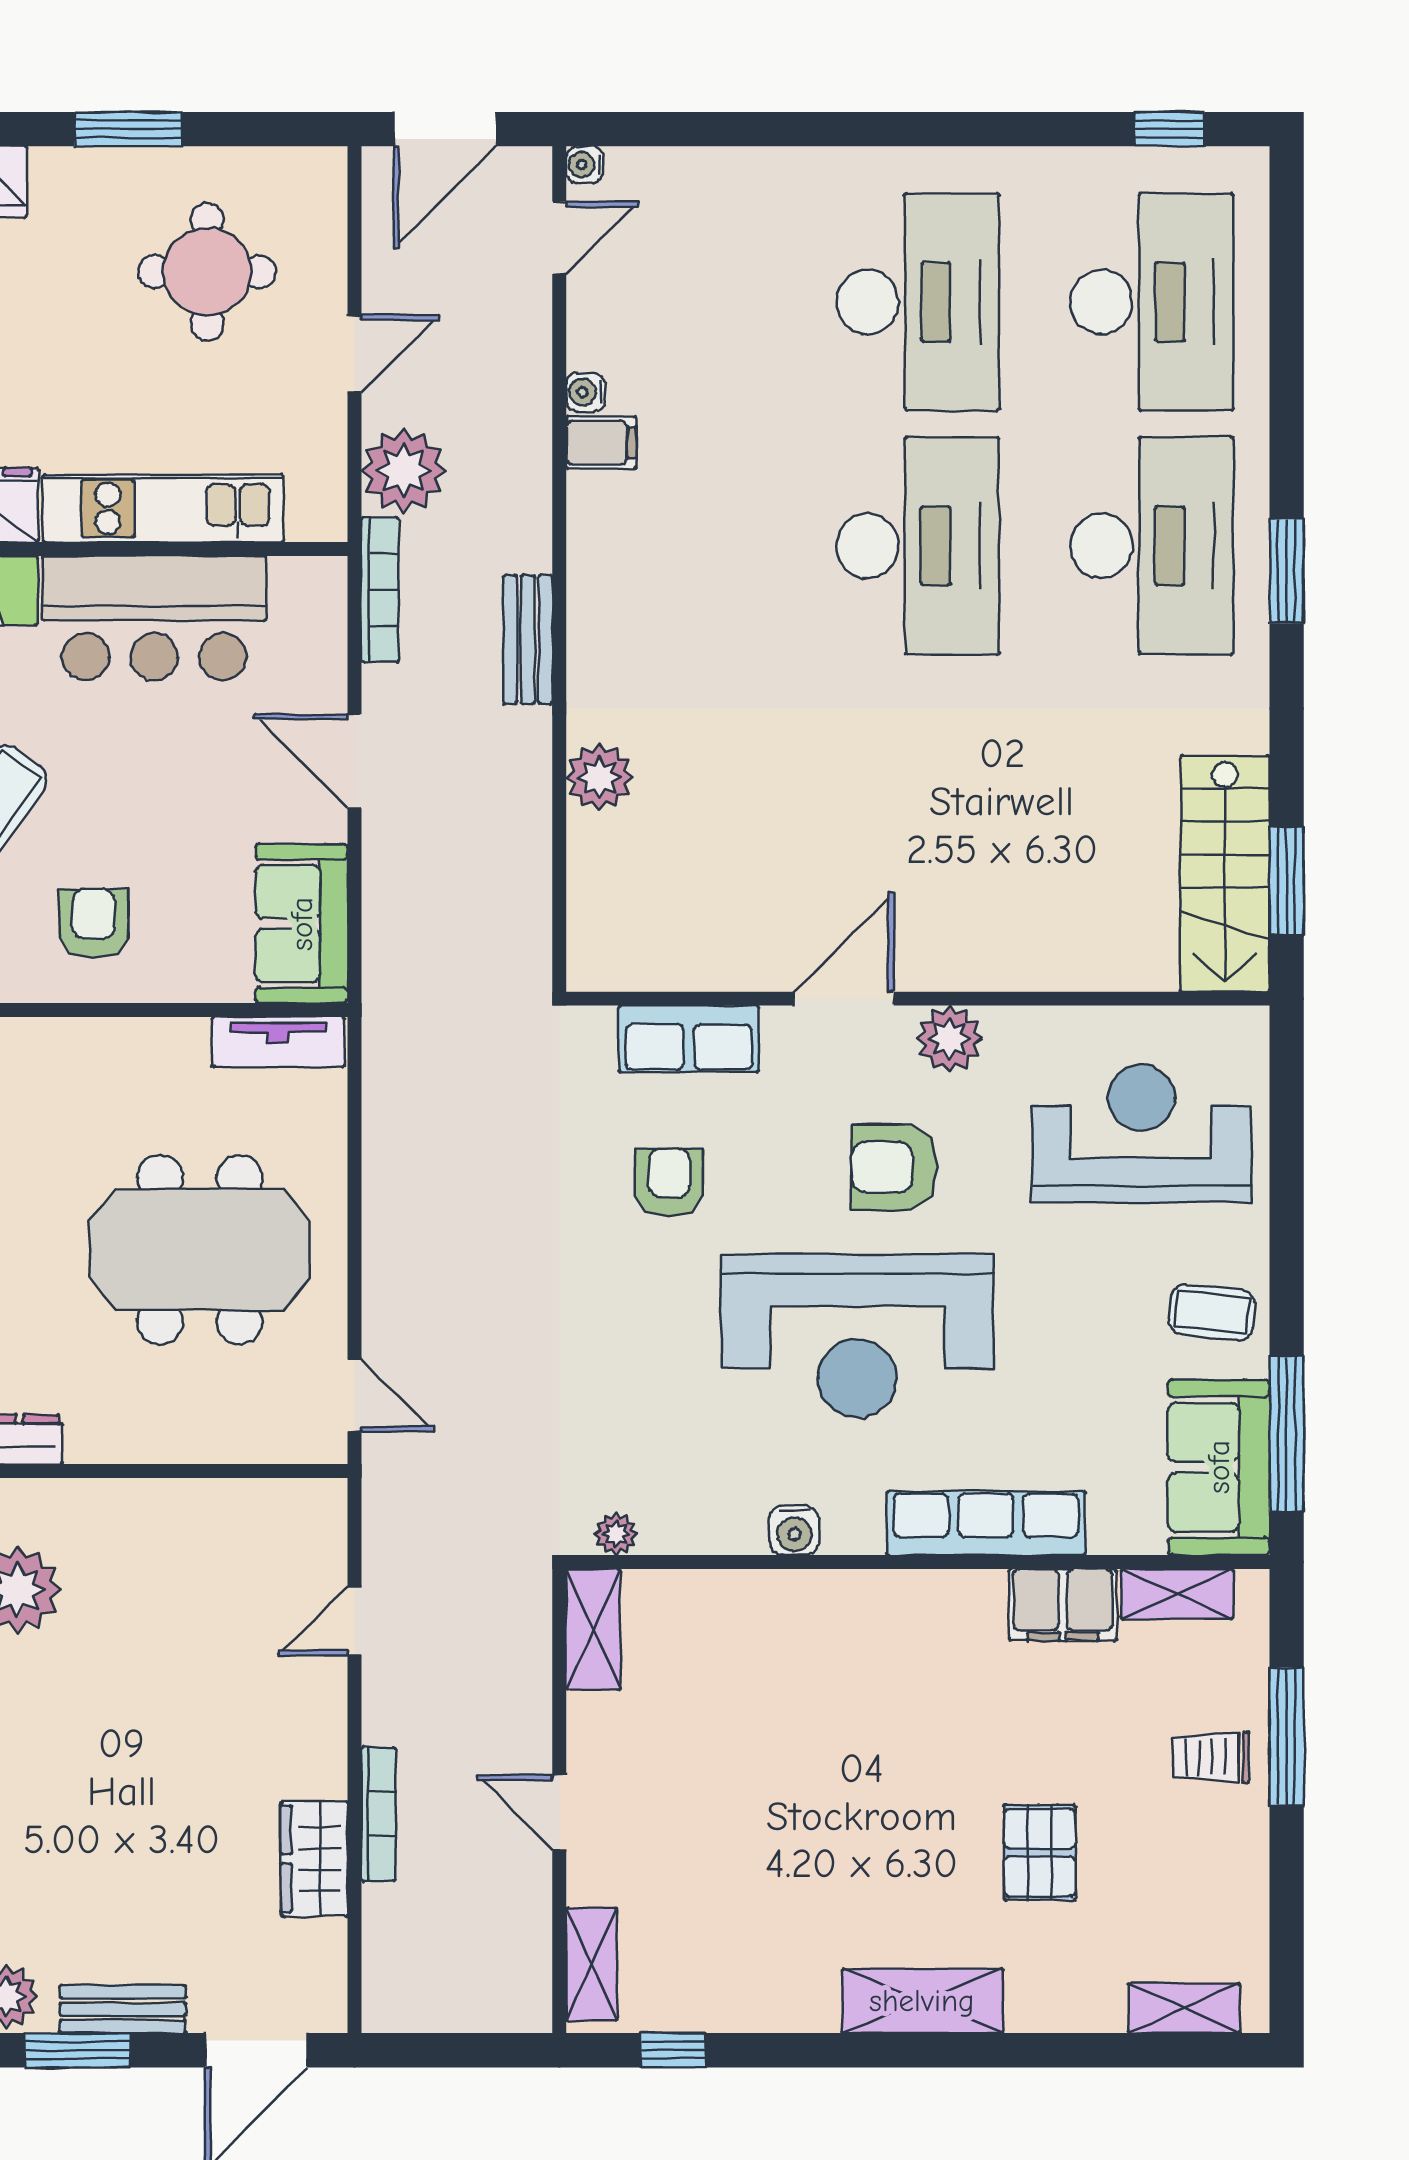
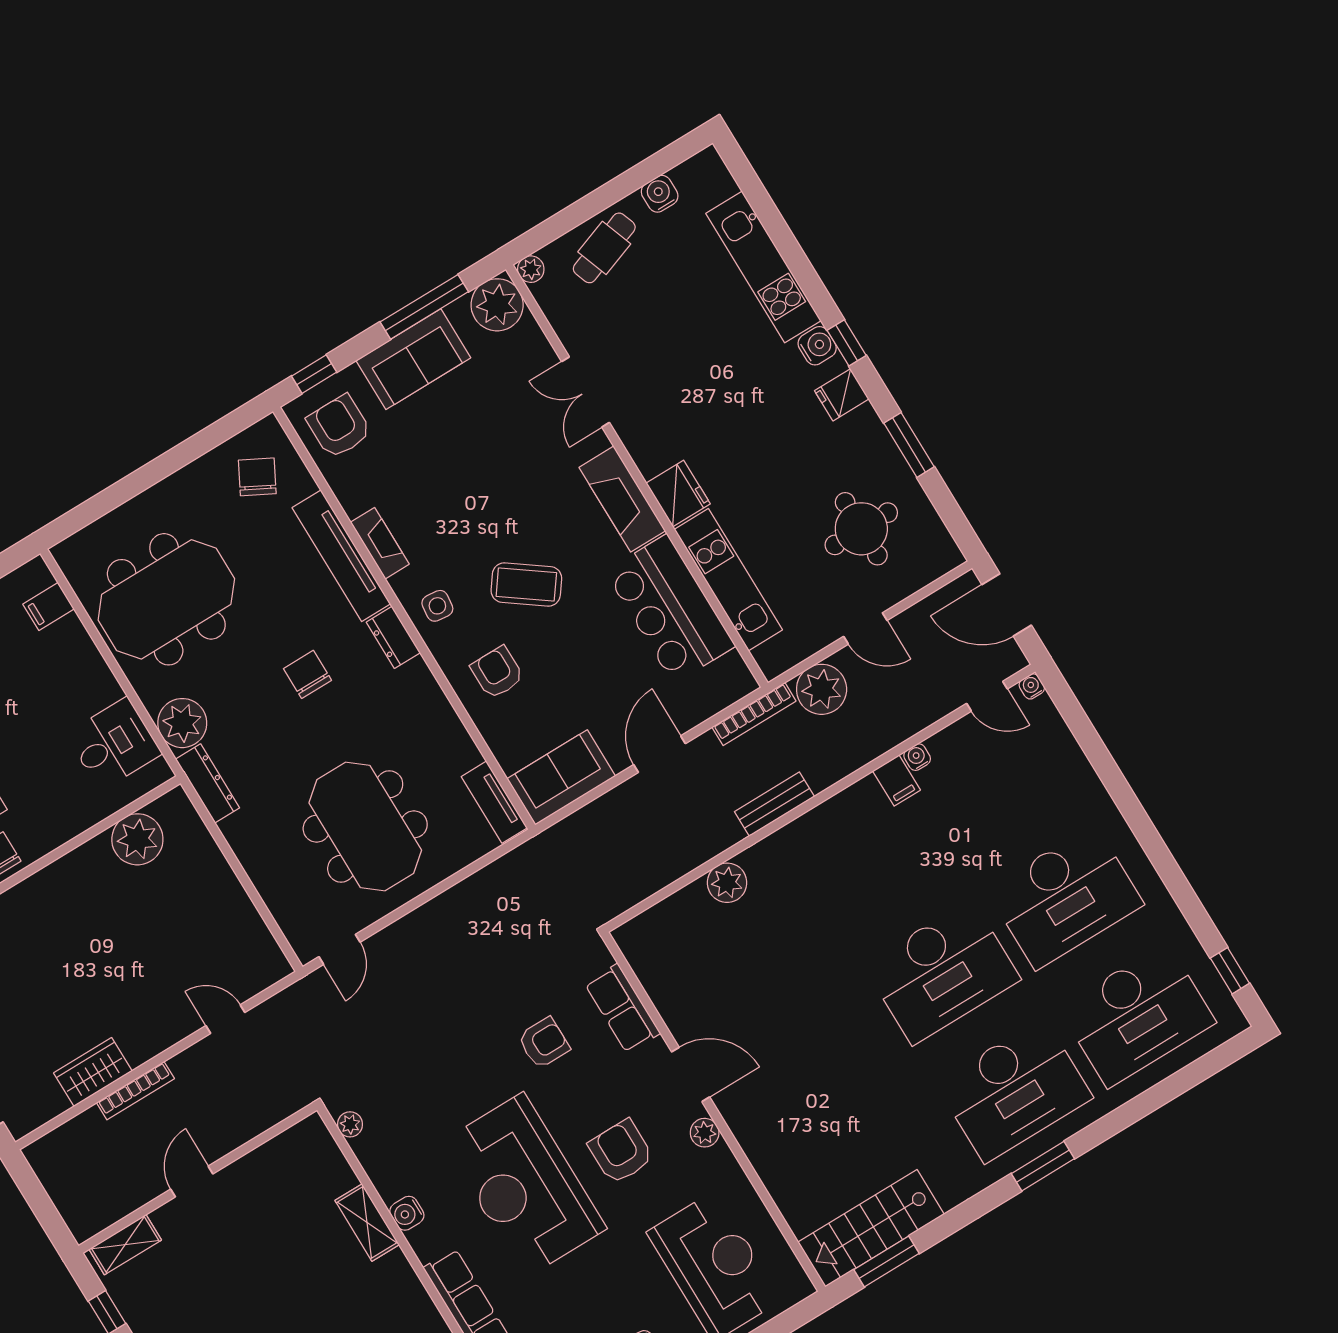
armchair: (94, 924) -> (497, 672), turned -90
plant: (950, 1039) -> (705, 1133), width x0.73, depth x0.73
shelving: (593, 1629) -> (367, 1223), moved, turned 90

